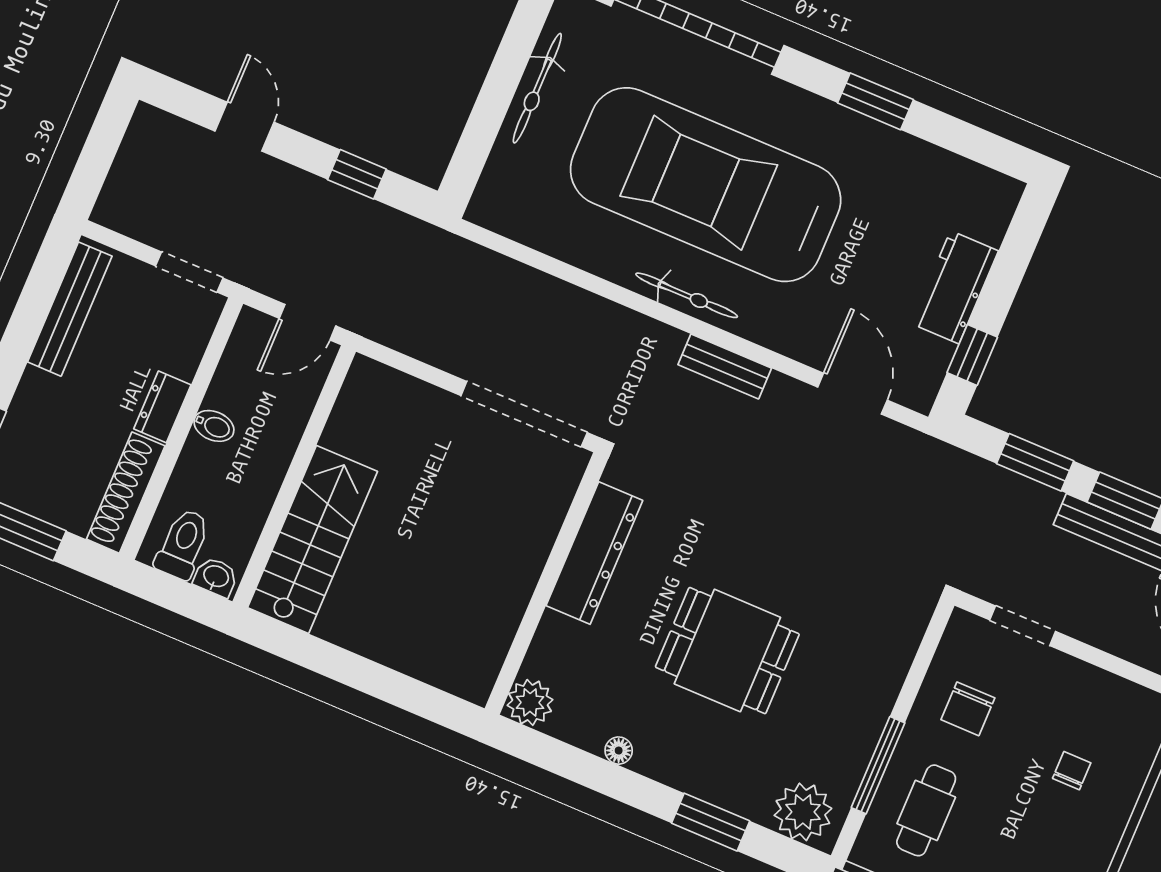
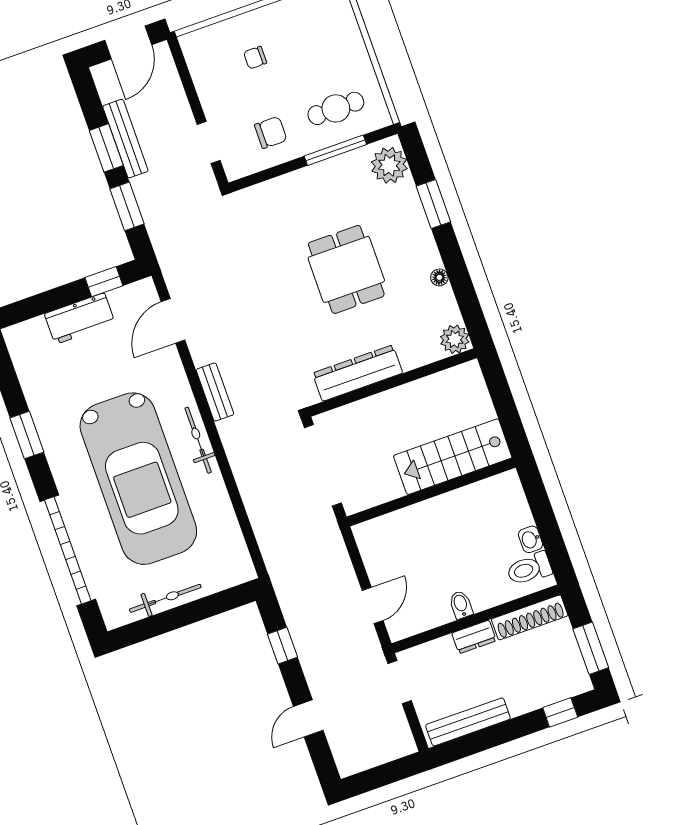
door: (307, 322) -> (373, 605), hinge flipped
wall: (294, 476) -> (431, 492), moved
stairs: (313, 540) -> (453, 457), moved

